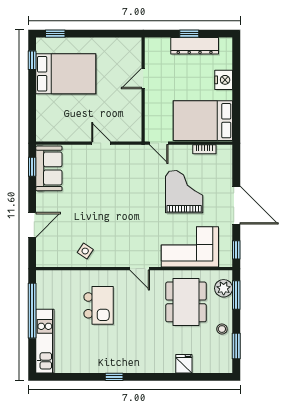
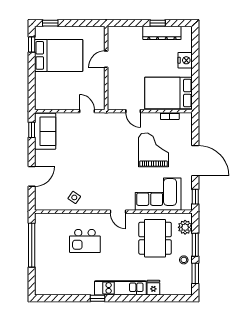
door: (143, 78) -> (106, 59), moved
wall: (143, 90) -> (106, 68), moved
window: (236, 295) -> (195, 245), moved
kitchen island: (99, 305) -> (85, 241), turned 90
kitchen unit: (45, 341) -> (120, 288), moved, turned -90

